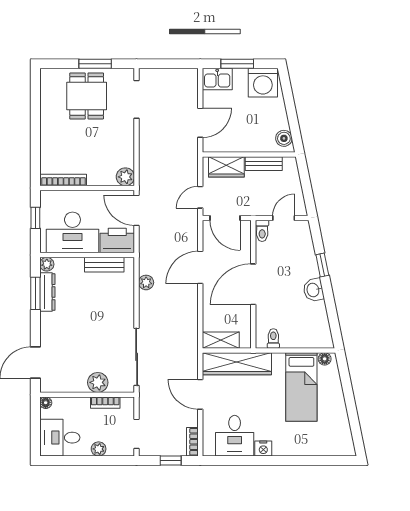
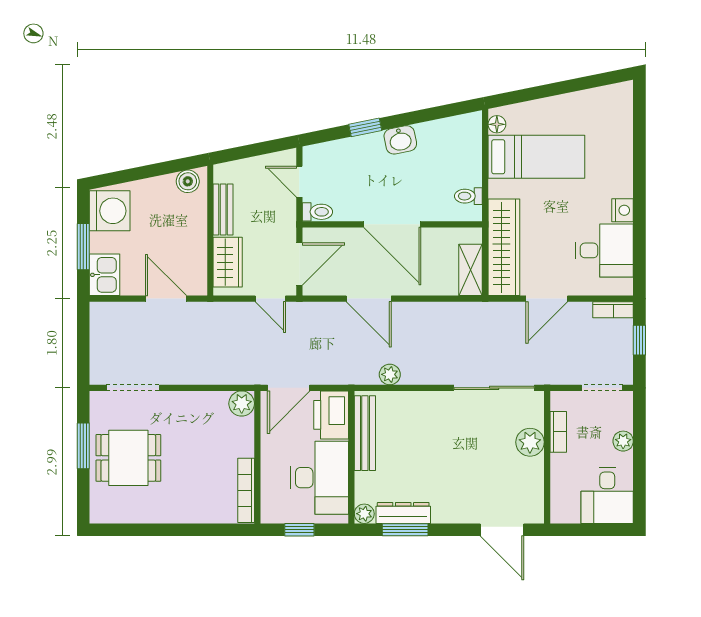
bench: (104, 265) -> (365, 433), width x1.36
floor lamp: (46, 403) -> (558, 515), removed

